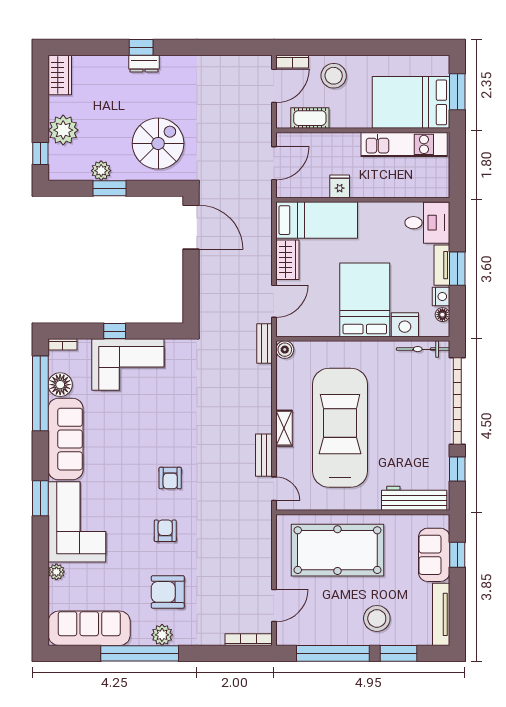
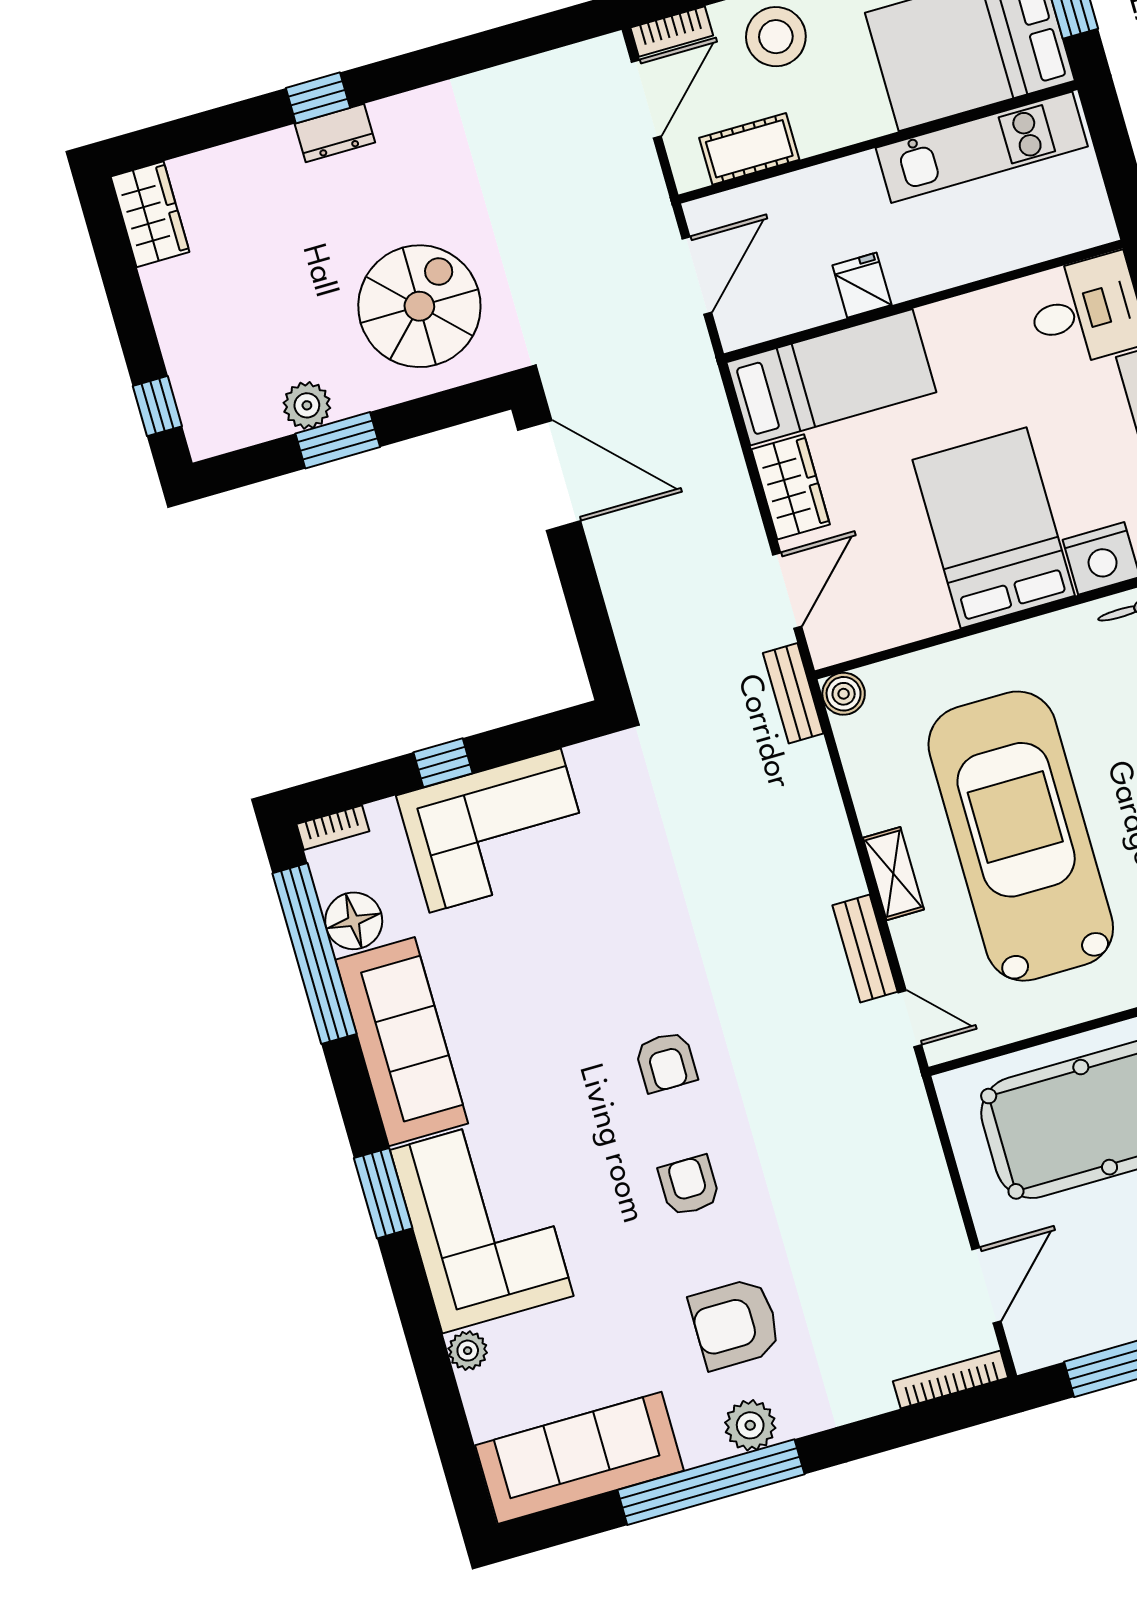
plant: (63, 130) -> (194, 338), removed

